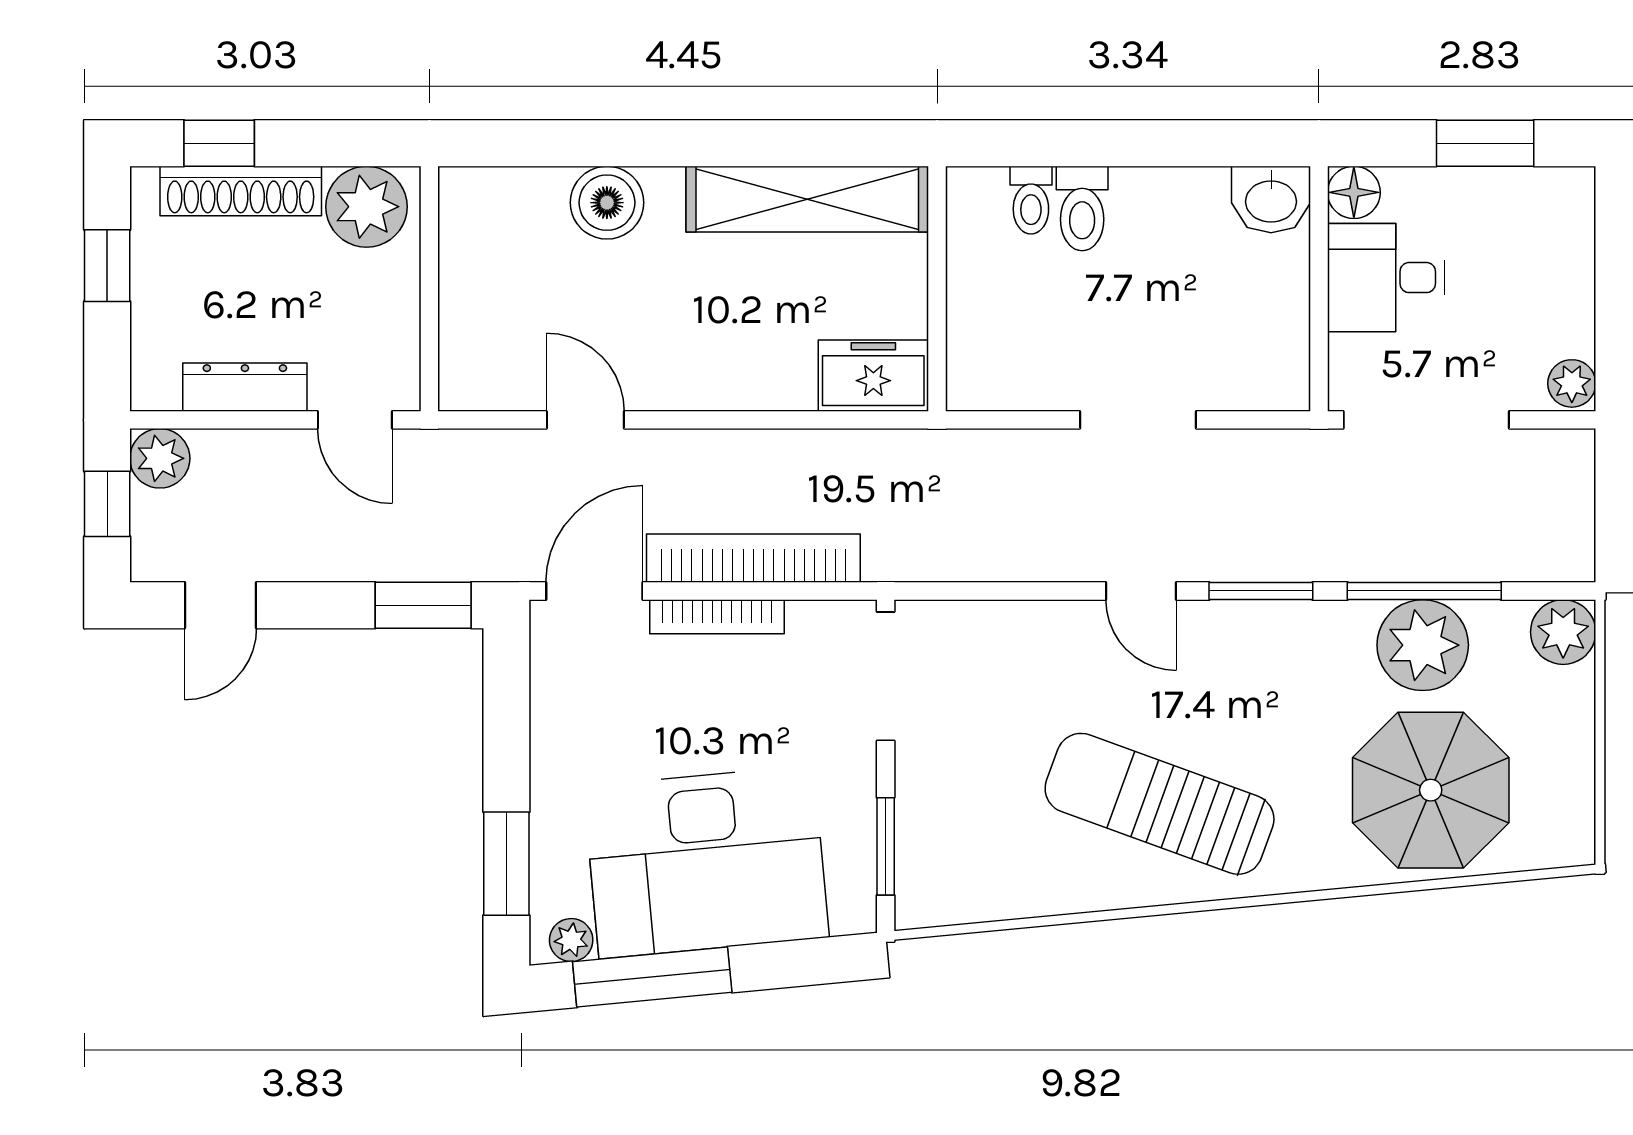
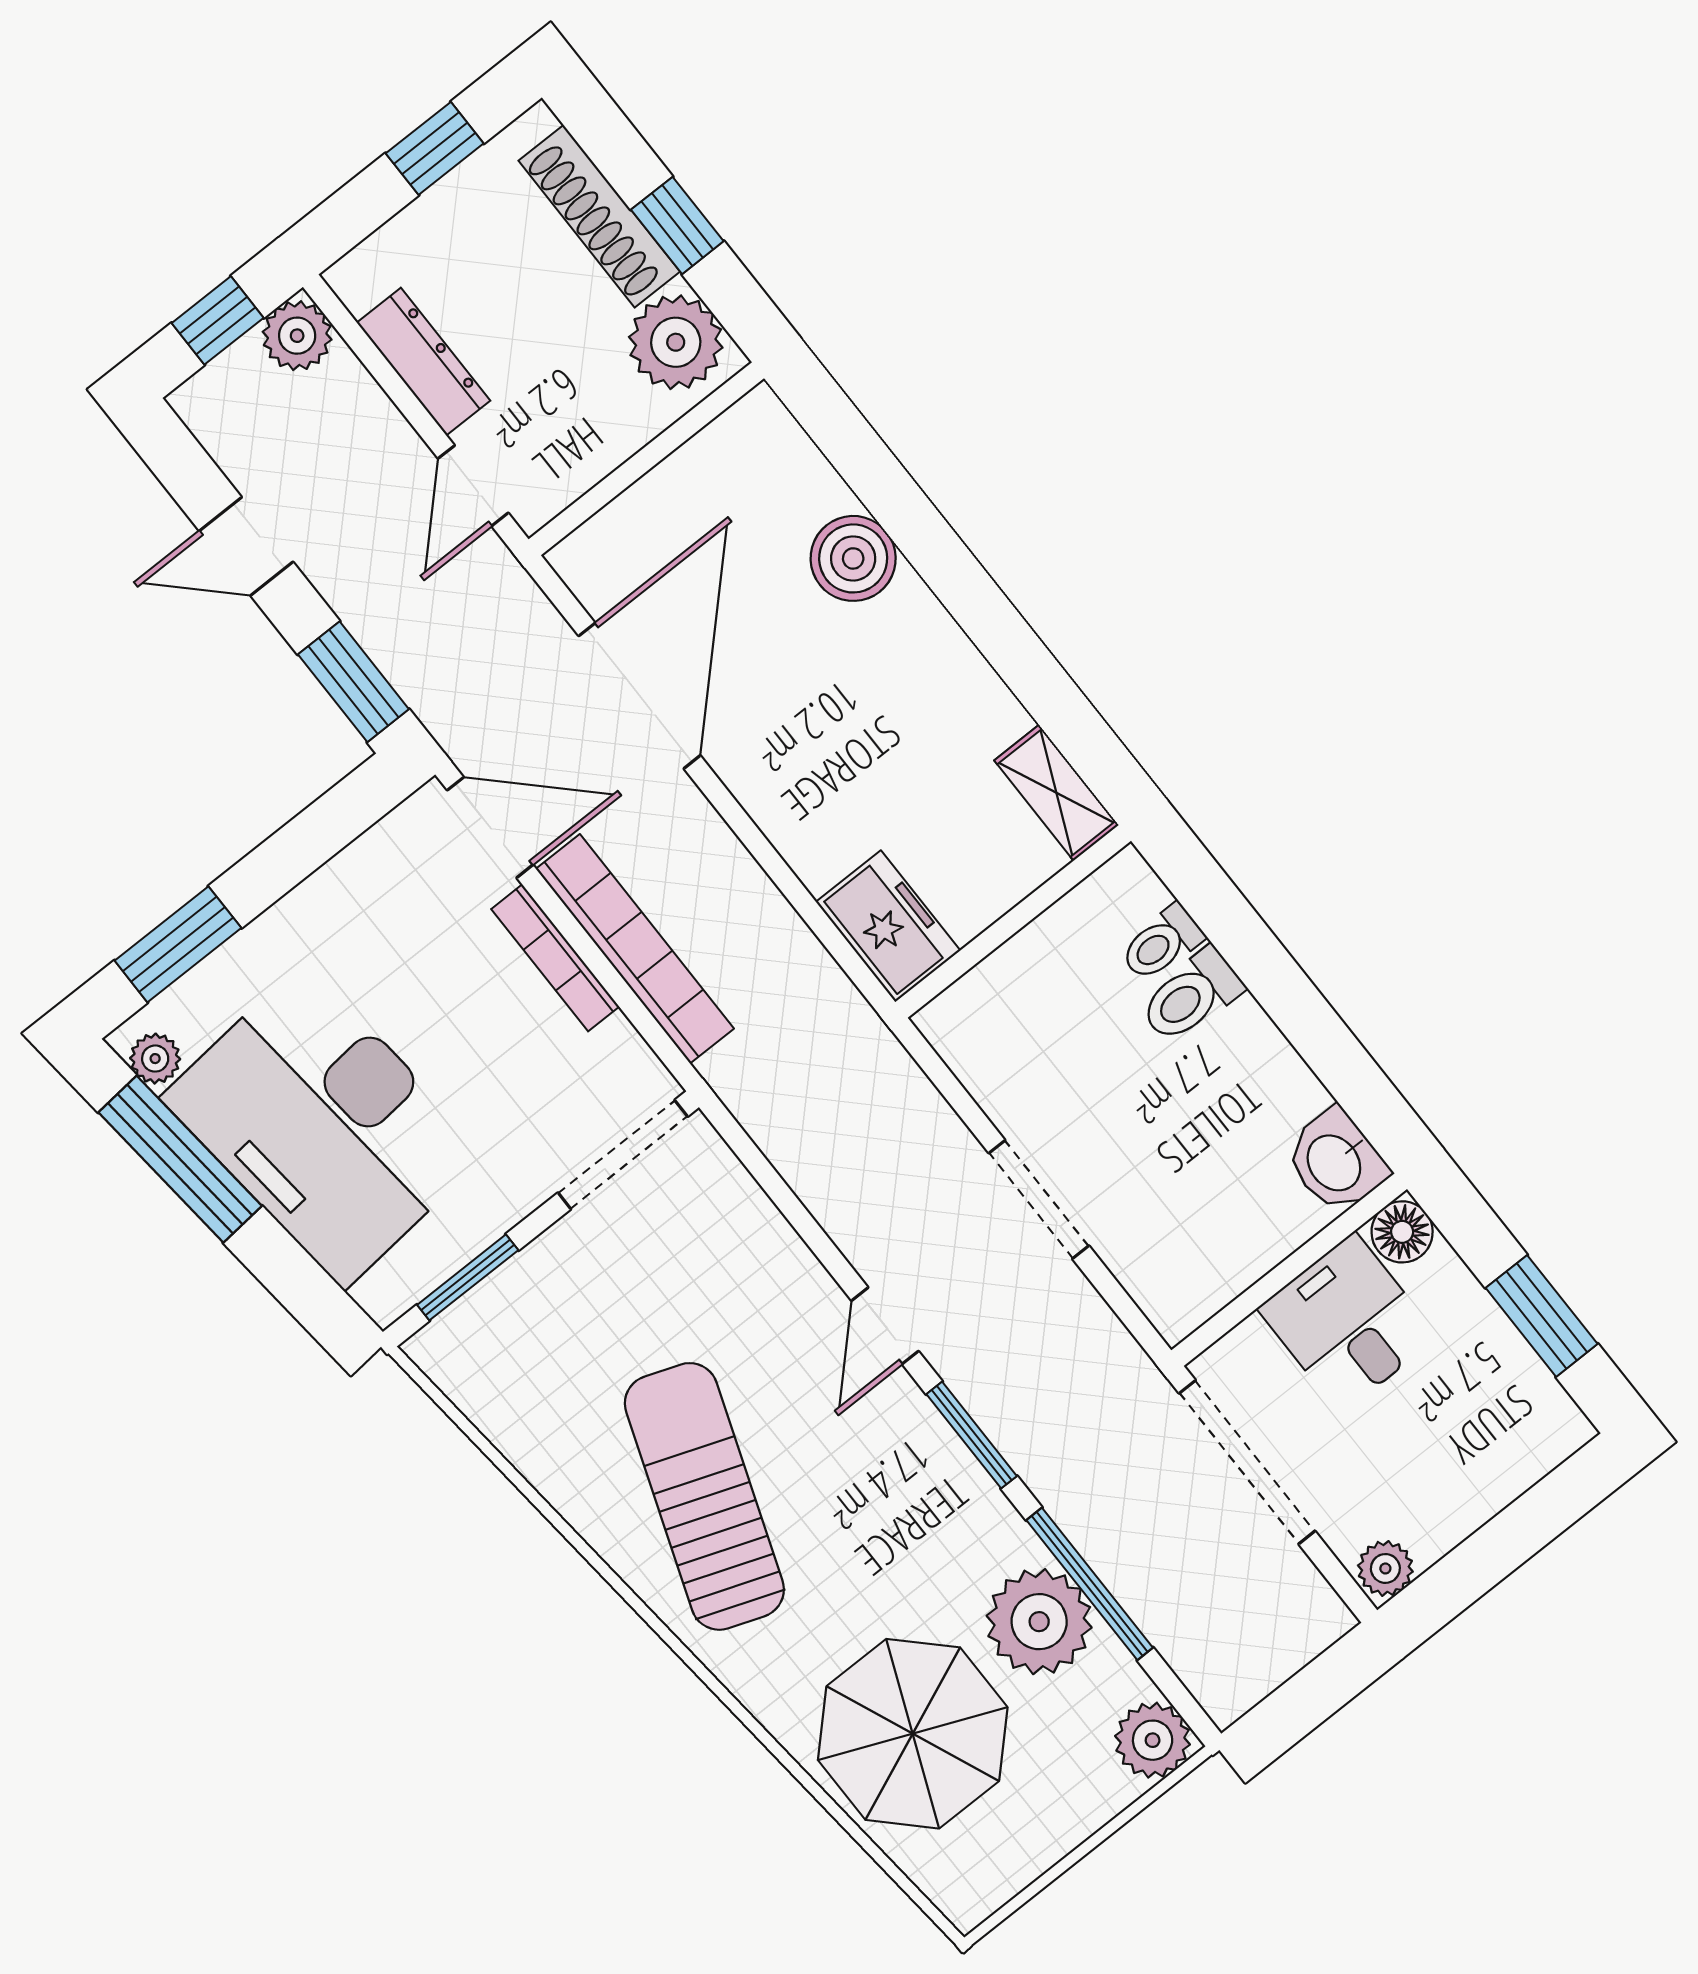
window: (219, 143) -> (677, 225), moved
shelving: (807, 199) -> (1056, 793), width x0.45, depth x0.75
door: (585, 420) -> (639, 696), width x1.87
door: (220, 605) -> (246, 546), moved

